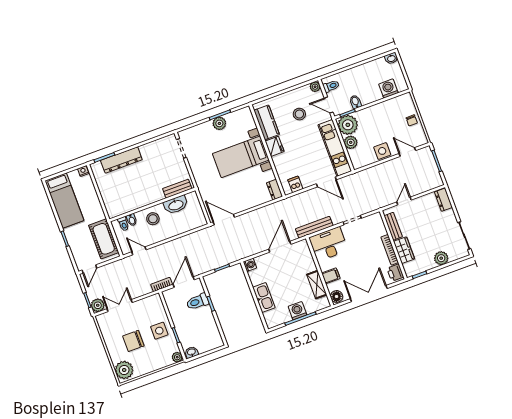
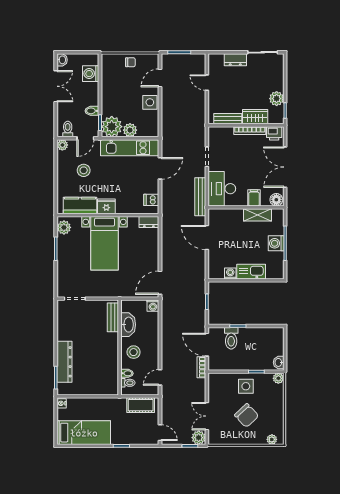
double door: (366, 61) -> (56, 86), added
plant: (219, 123) -> (64, 227), moved
dresser: (443, 200) -> (235, 60), moved
door: (404, 201) -> (207, 83), moved
washing machine: (201, 221) -> (153, 306), added
cot: (104, 239) -> (141, 405), width x0.73, depth x0.75
plant: (441, 258) -> (277, 99), moved
washing machine: (250, 265) -> (230, 273), moved
chair: (133, 341) -> (247, 415), turned -43
plant: (124, 370) -> (272, 439), width x0.53, depth x0.53

